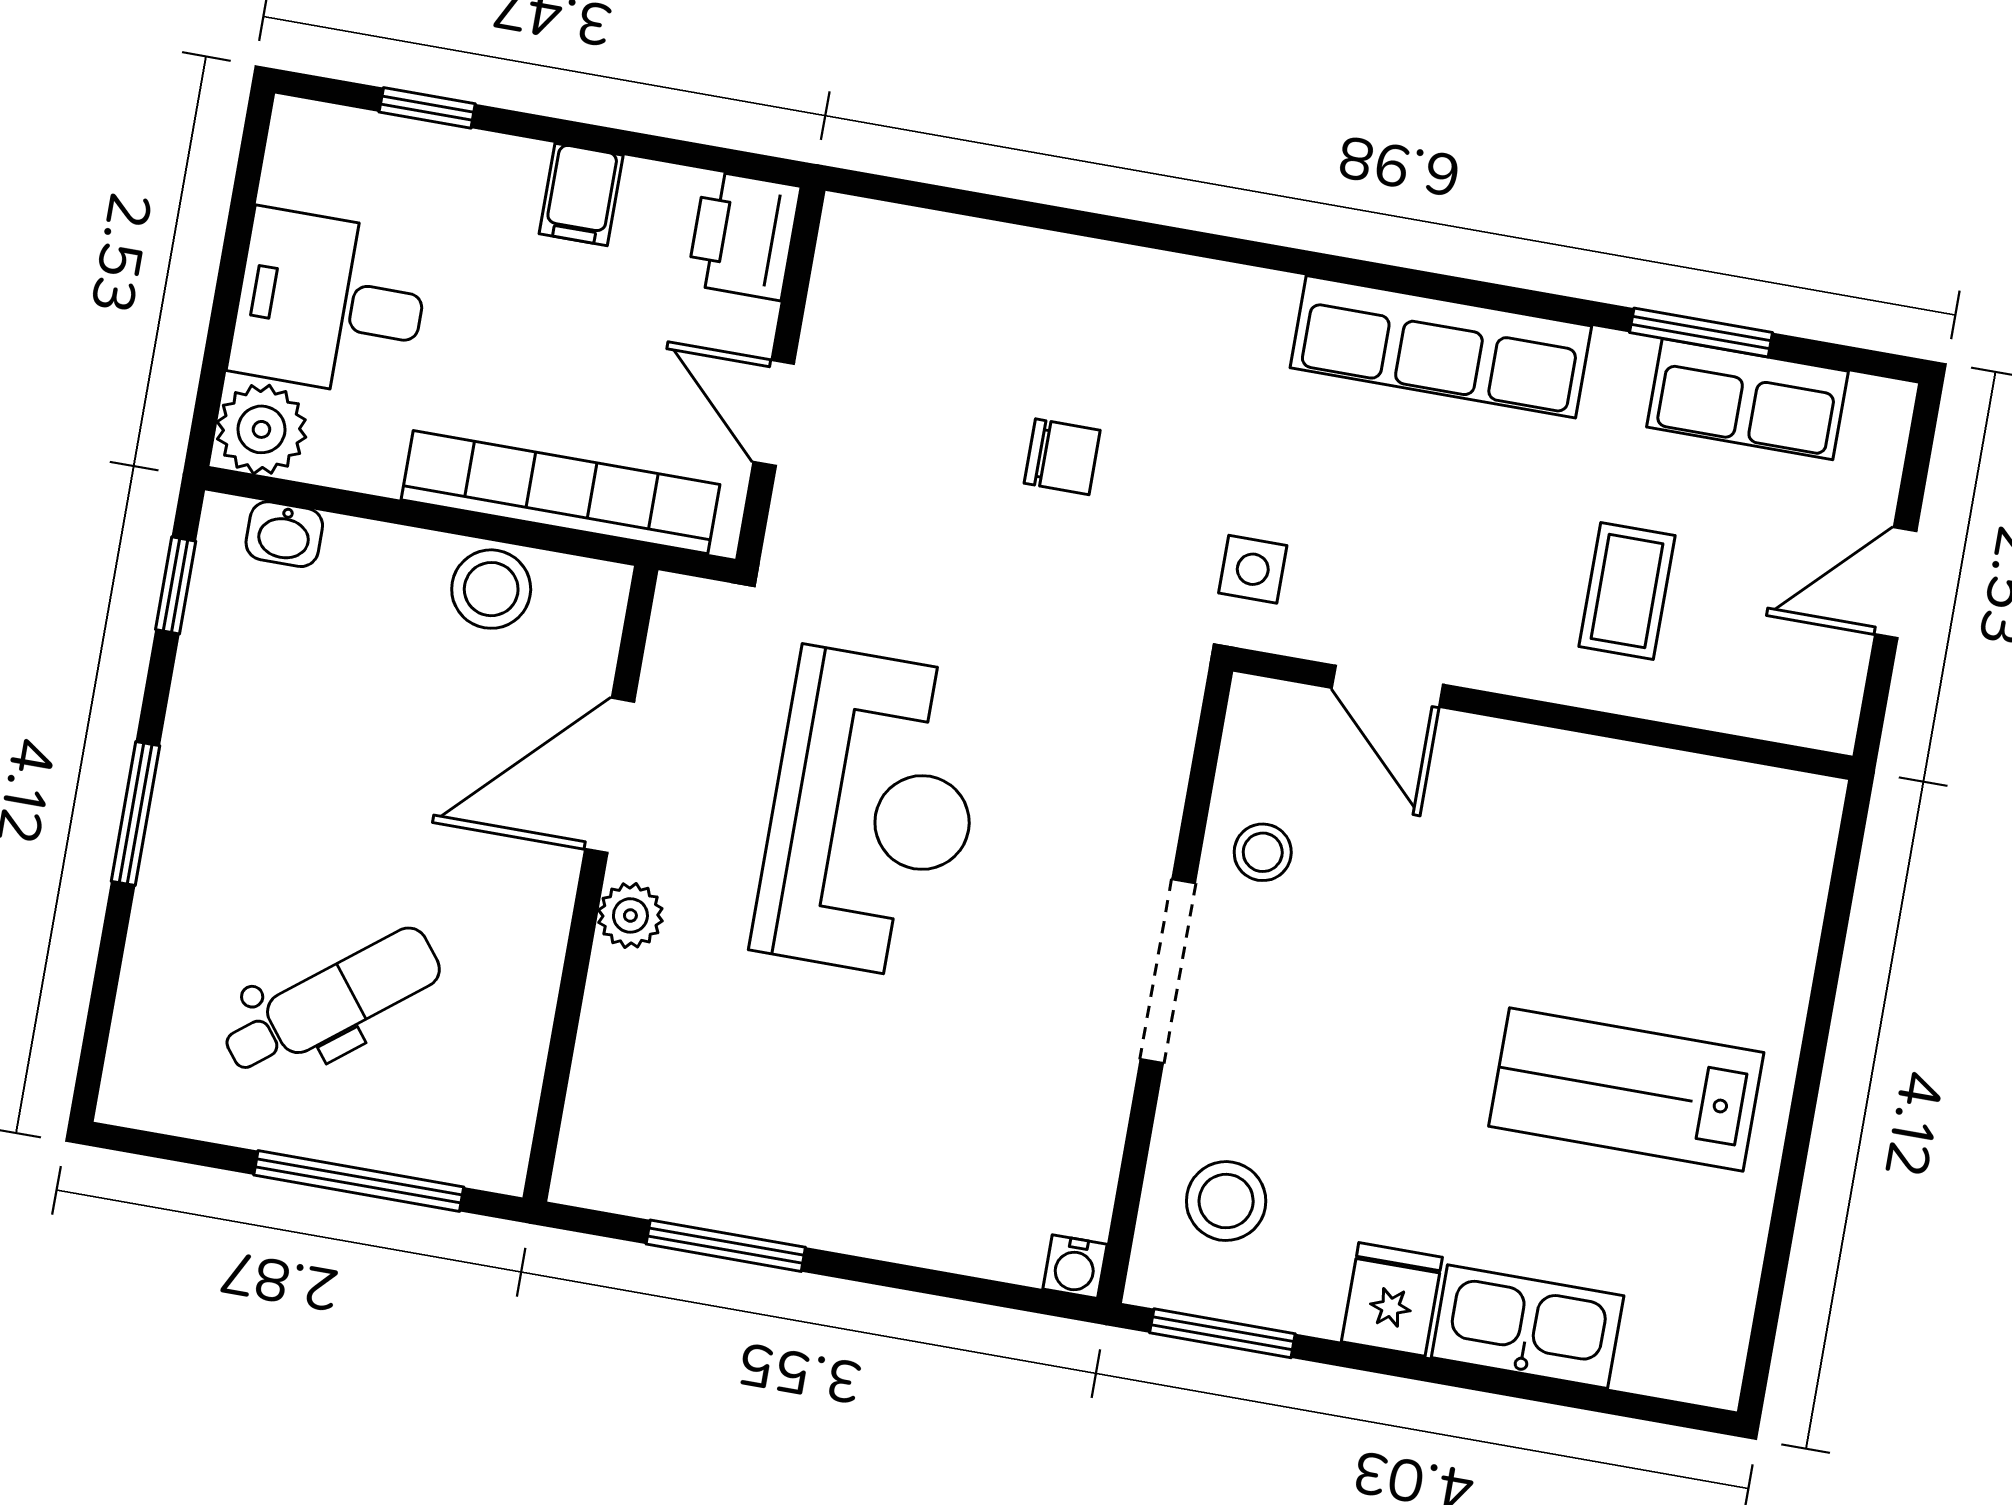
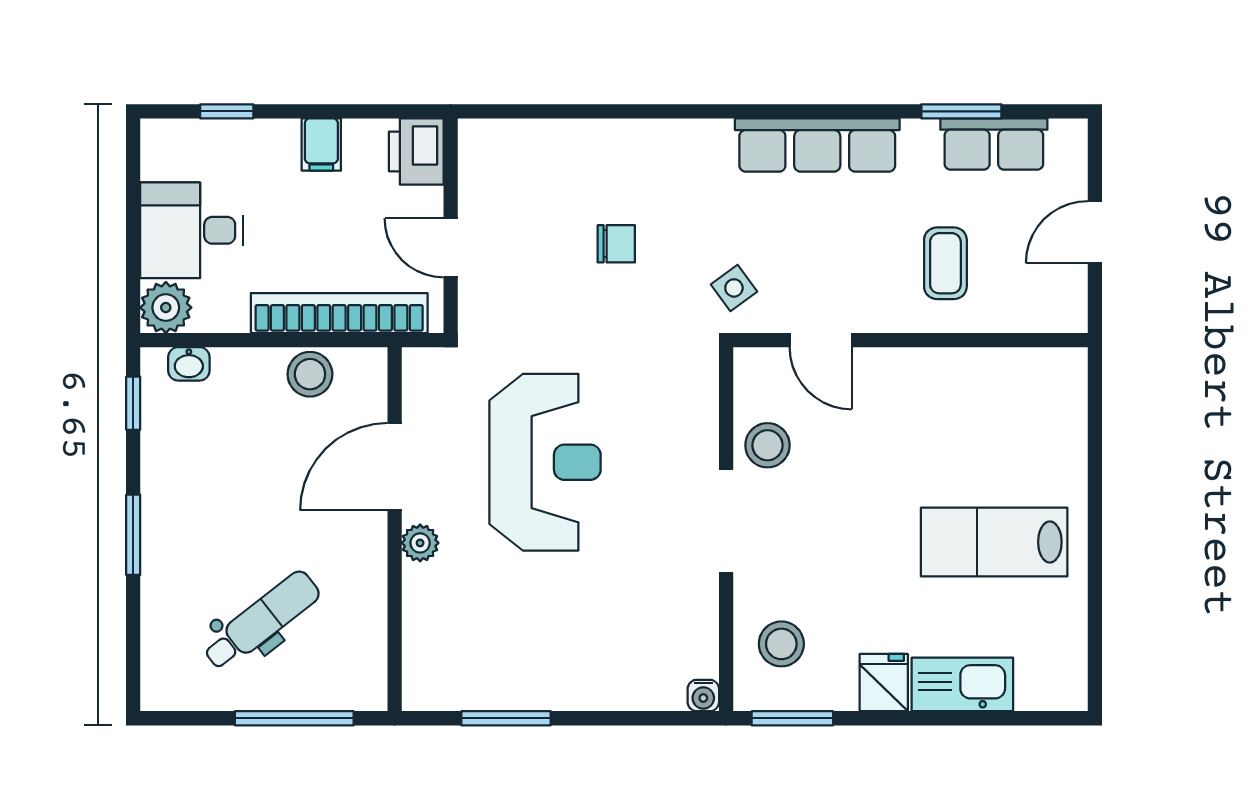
side table: (1253, 569) -> (734, 288), turned -36
stool: (1263, 852) -> (767, 445), width x1.37, depth x1.37

